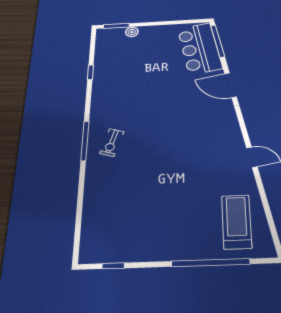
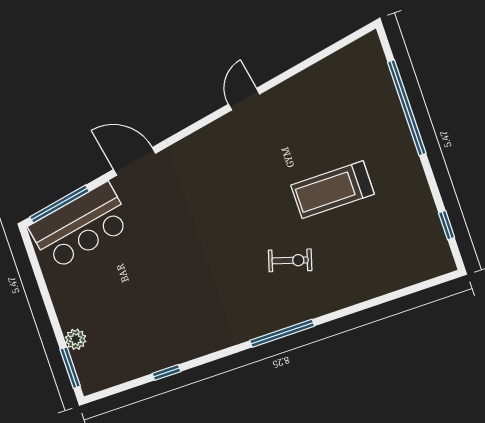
door: (231, 85) -> (135, 161), swing flipped
exercise bike: (112, 143) -> (290, 260), moved
treadmill: (237, 222) -> (333, 190), moved

